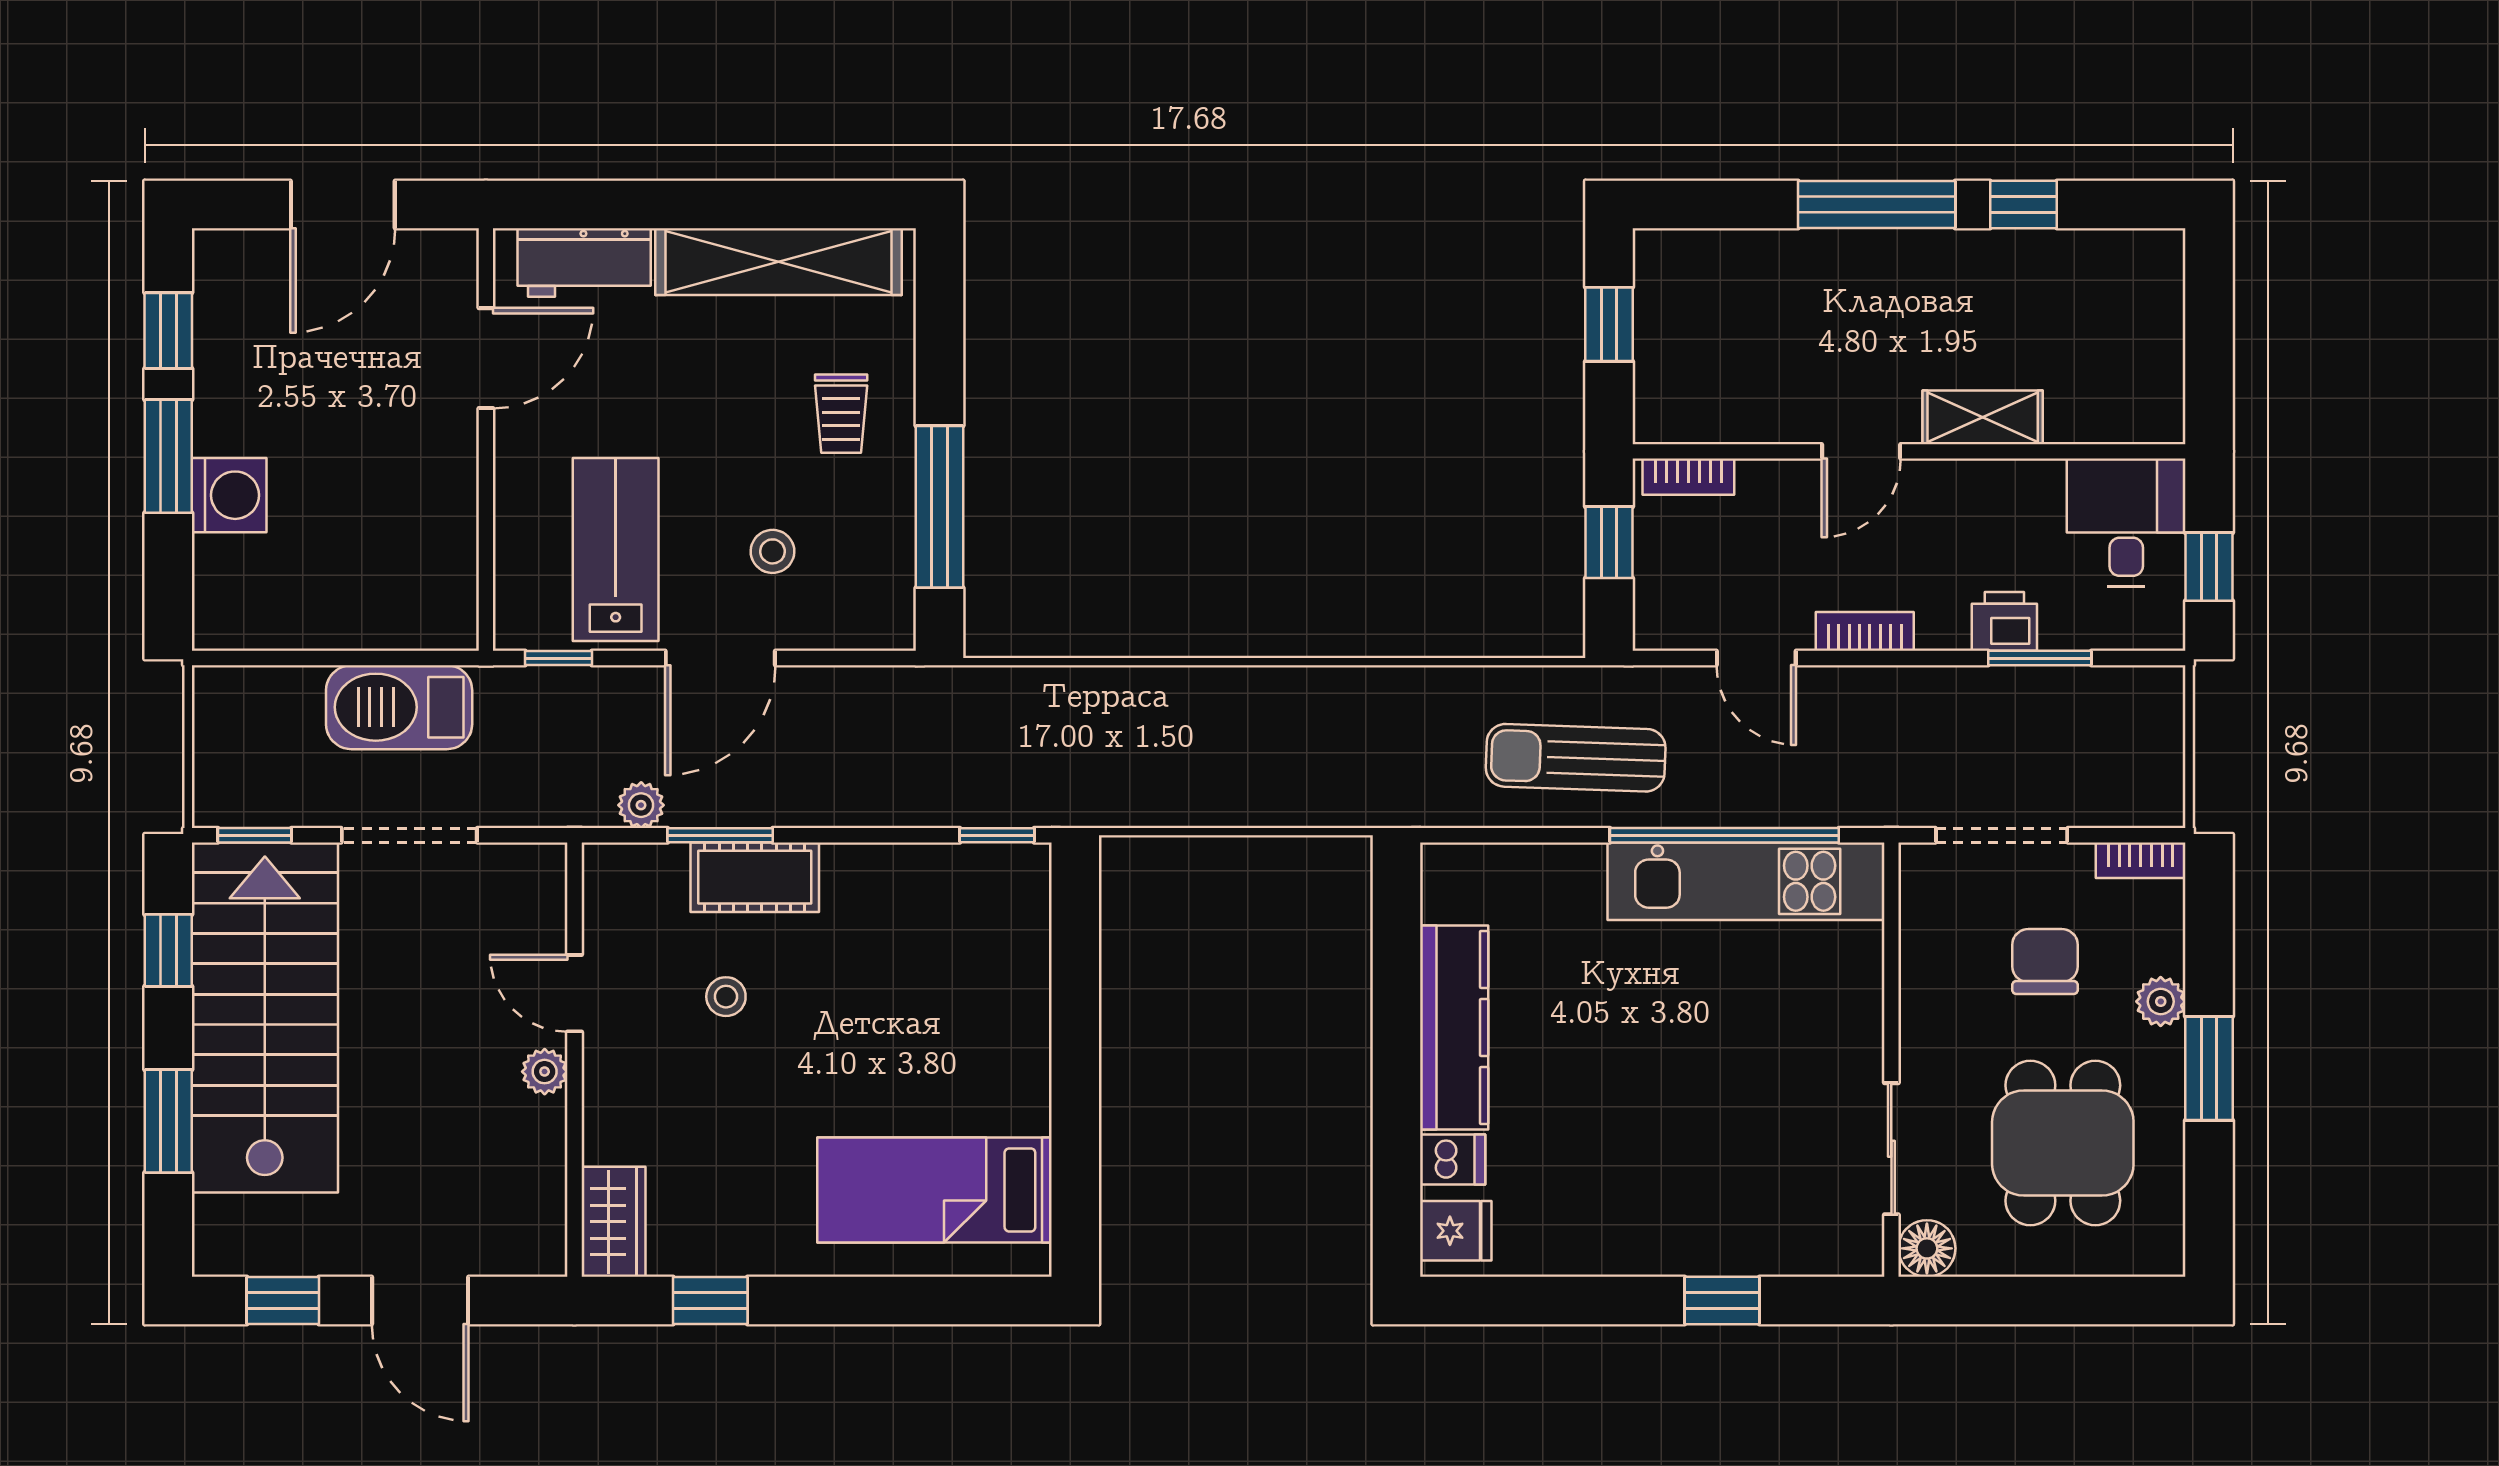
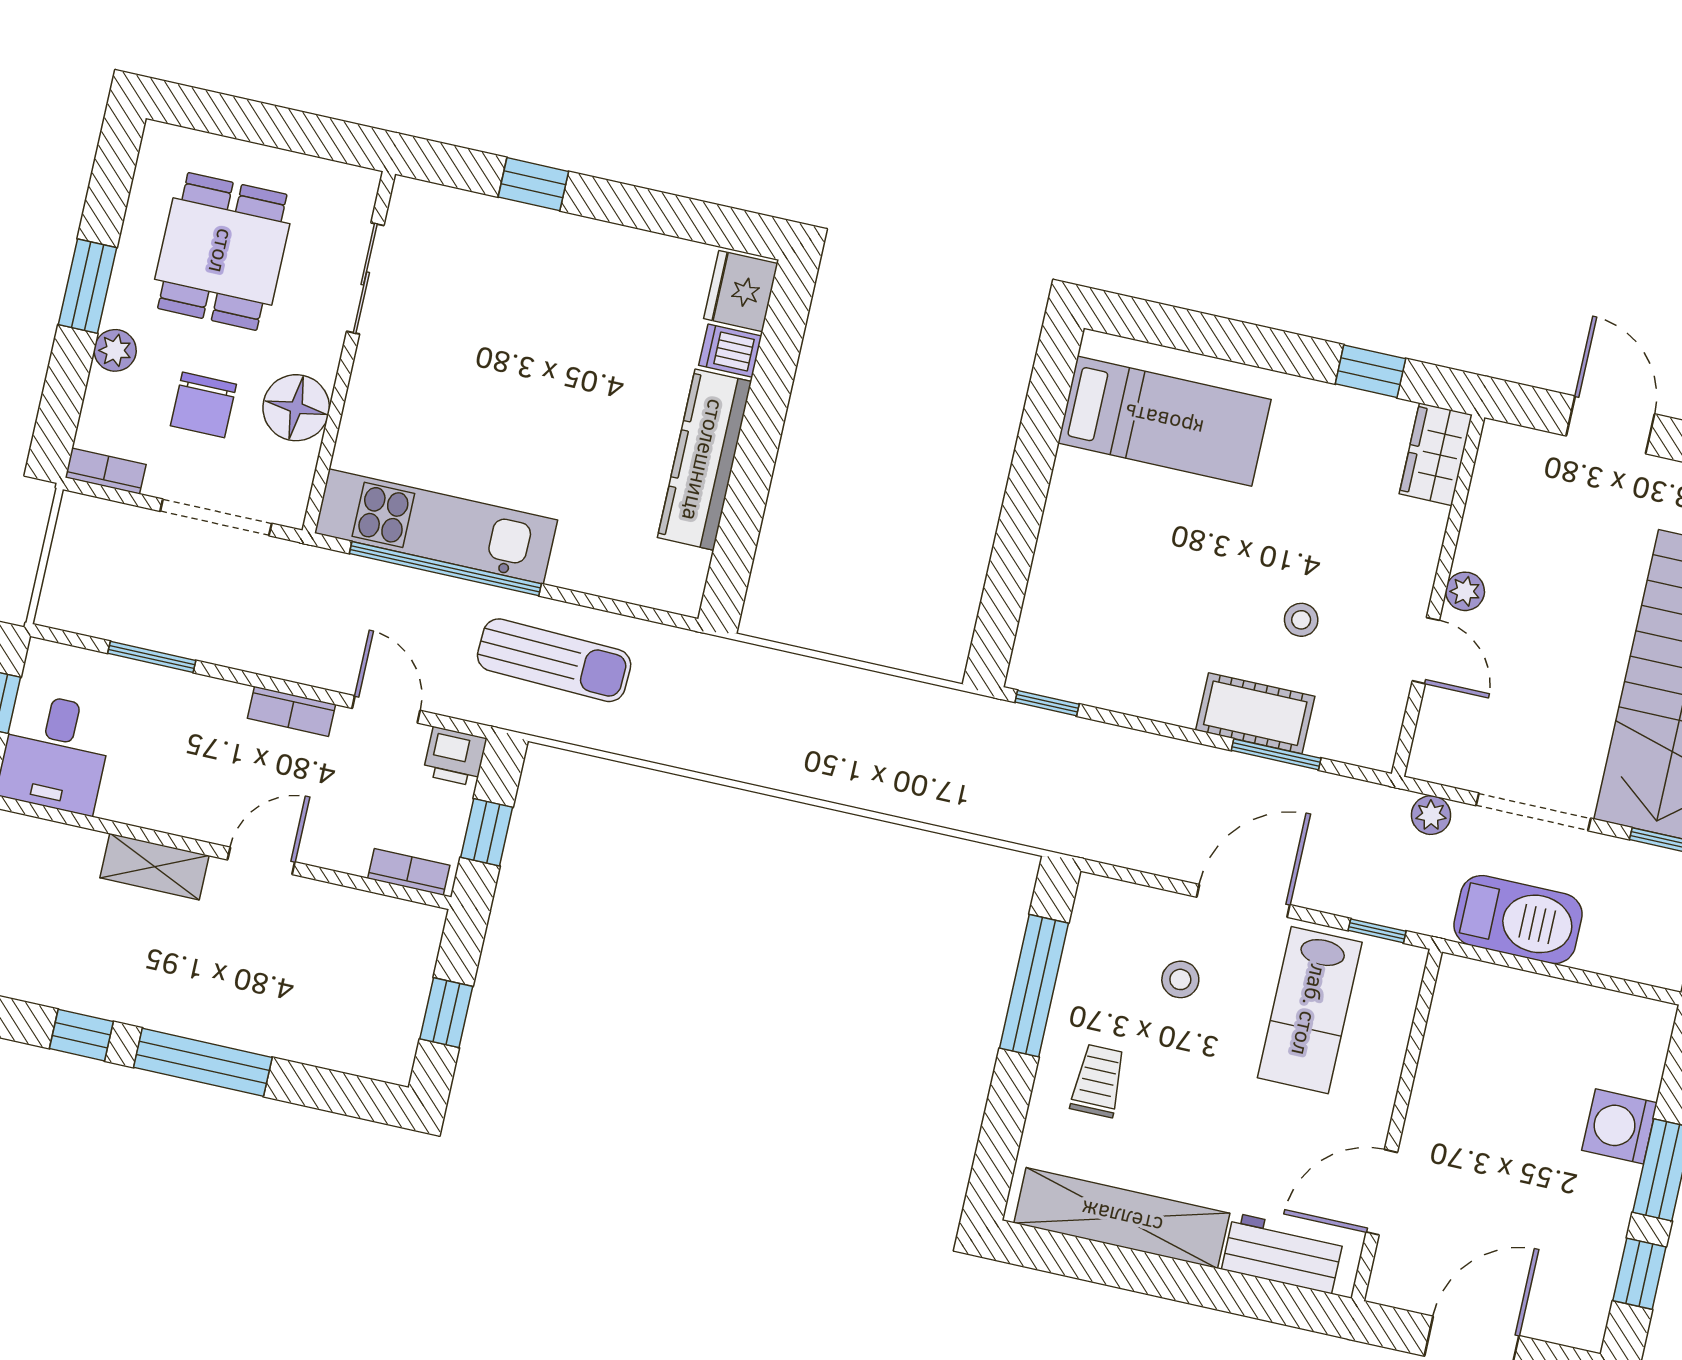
printer: (2004, 621) -> (455, 756), moved
plant: (641, 805) -> (1431, 815), moved
fridge: (1456, 1231) -> (741, 291), width x1.38
floor lamp: (1927, 1248) -> (296, 408), moved, width x1.38, depth x1.38

